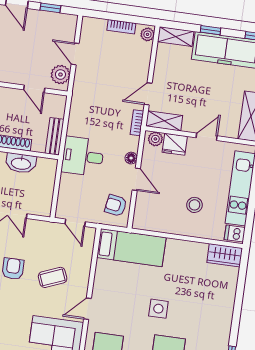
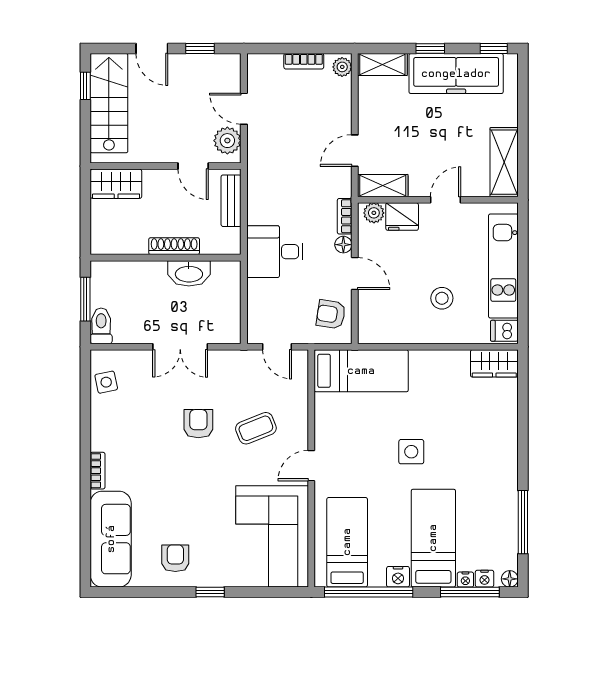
bookcase: (137, 123) -> (345, 216), moved
bench: (55, 136) -> (231, 201), moved

